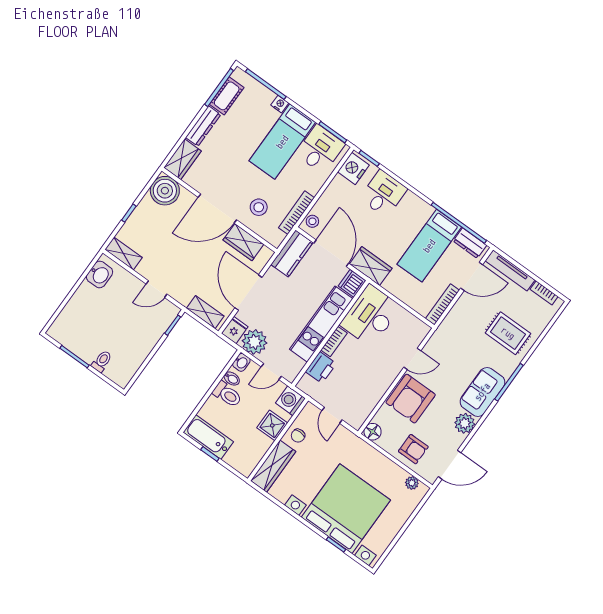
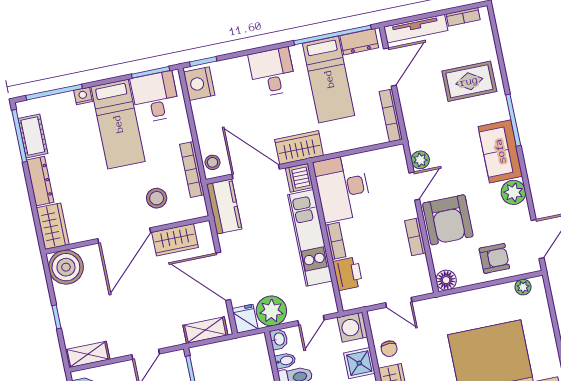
desk: (383, 194) -> (272, 72), moved
plant: (432, 348) -> (420, 160), added
bookcase: (382, 388) -> (415, 237), added

